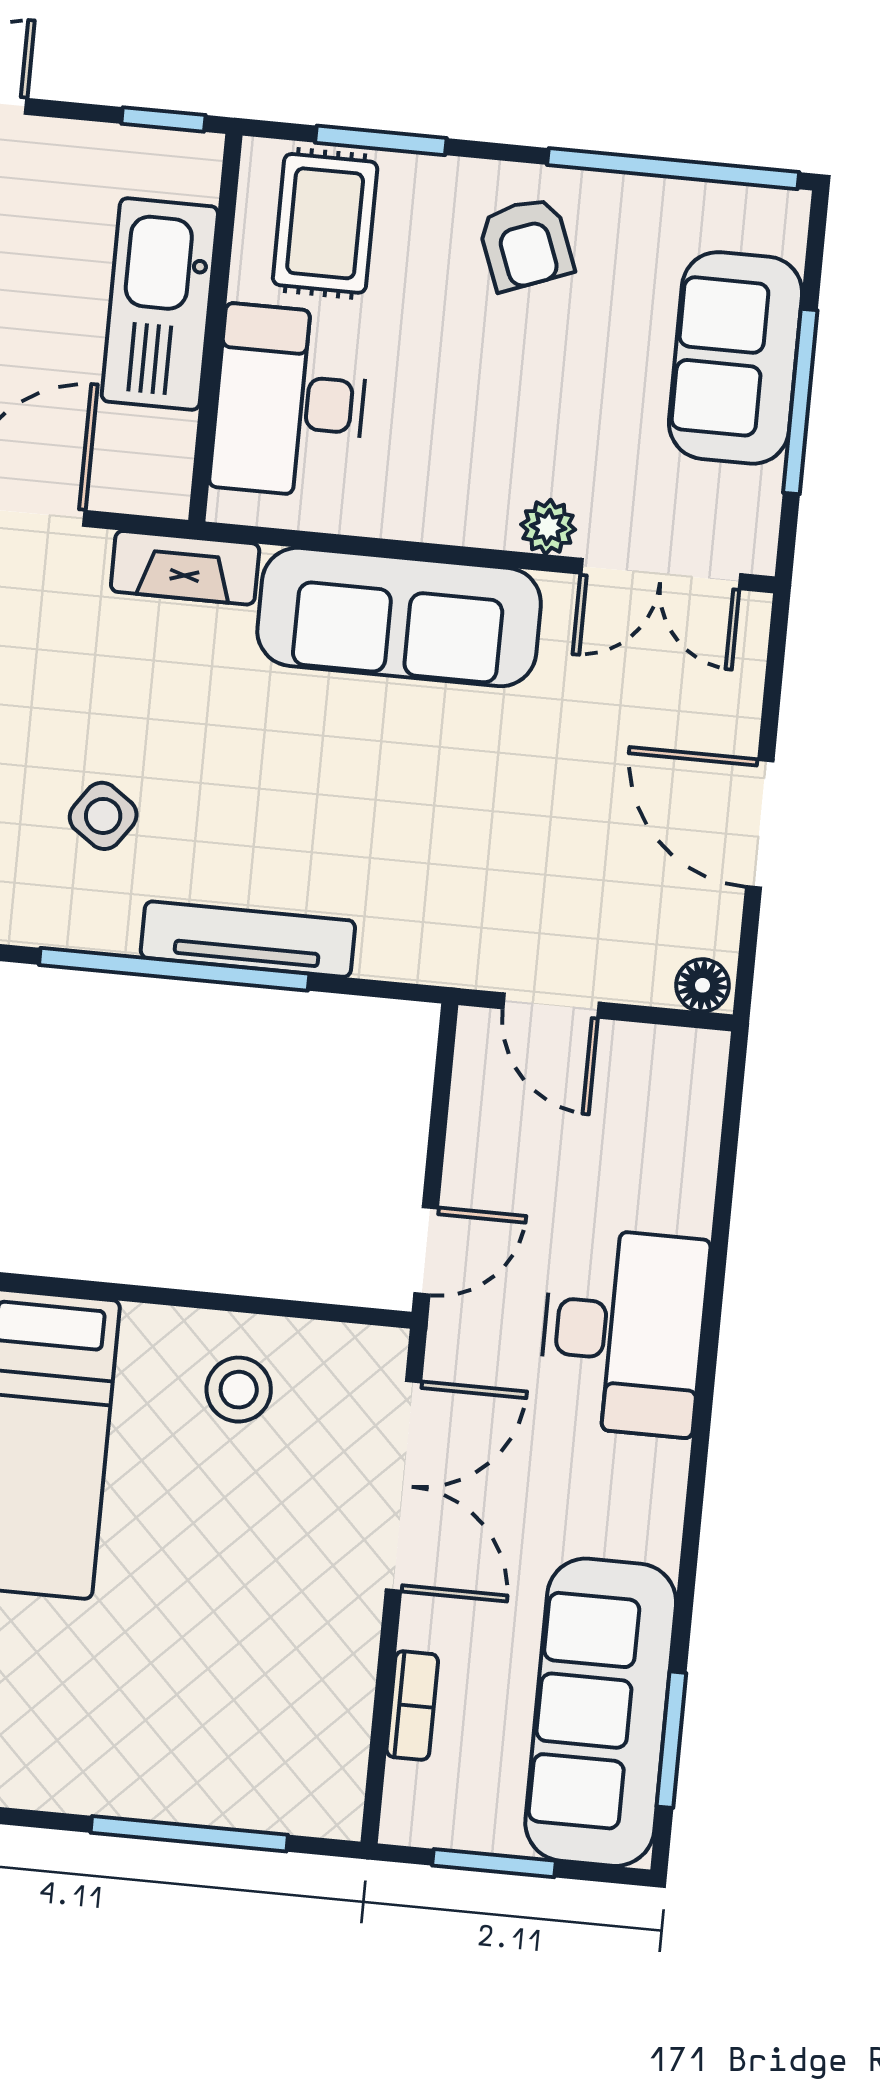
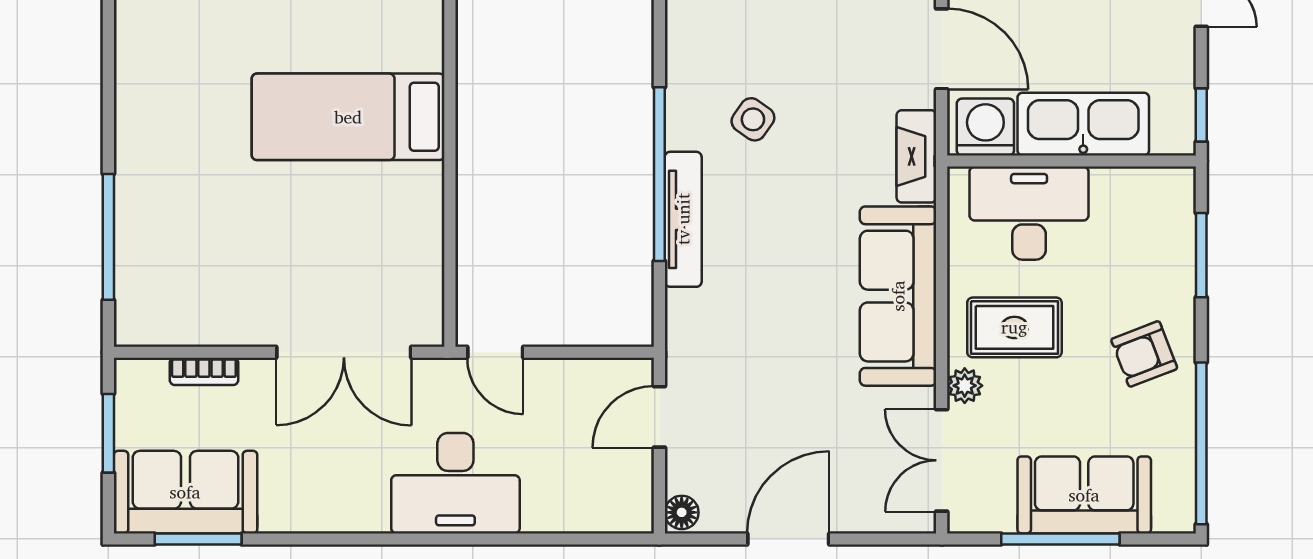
rug: (325, 223) -> (1014, 327), moved
washing machine: (150, 456) -> (985, 127), added
stool: (239, 1390) -> (395, 241), removed
sofa: (601, 1712) -> (185, 492), width x0.73

